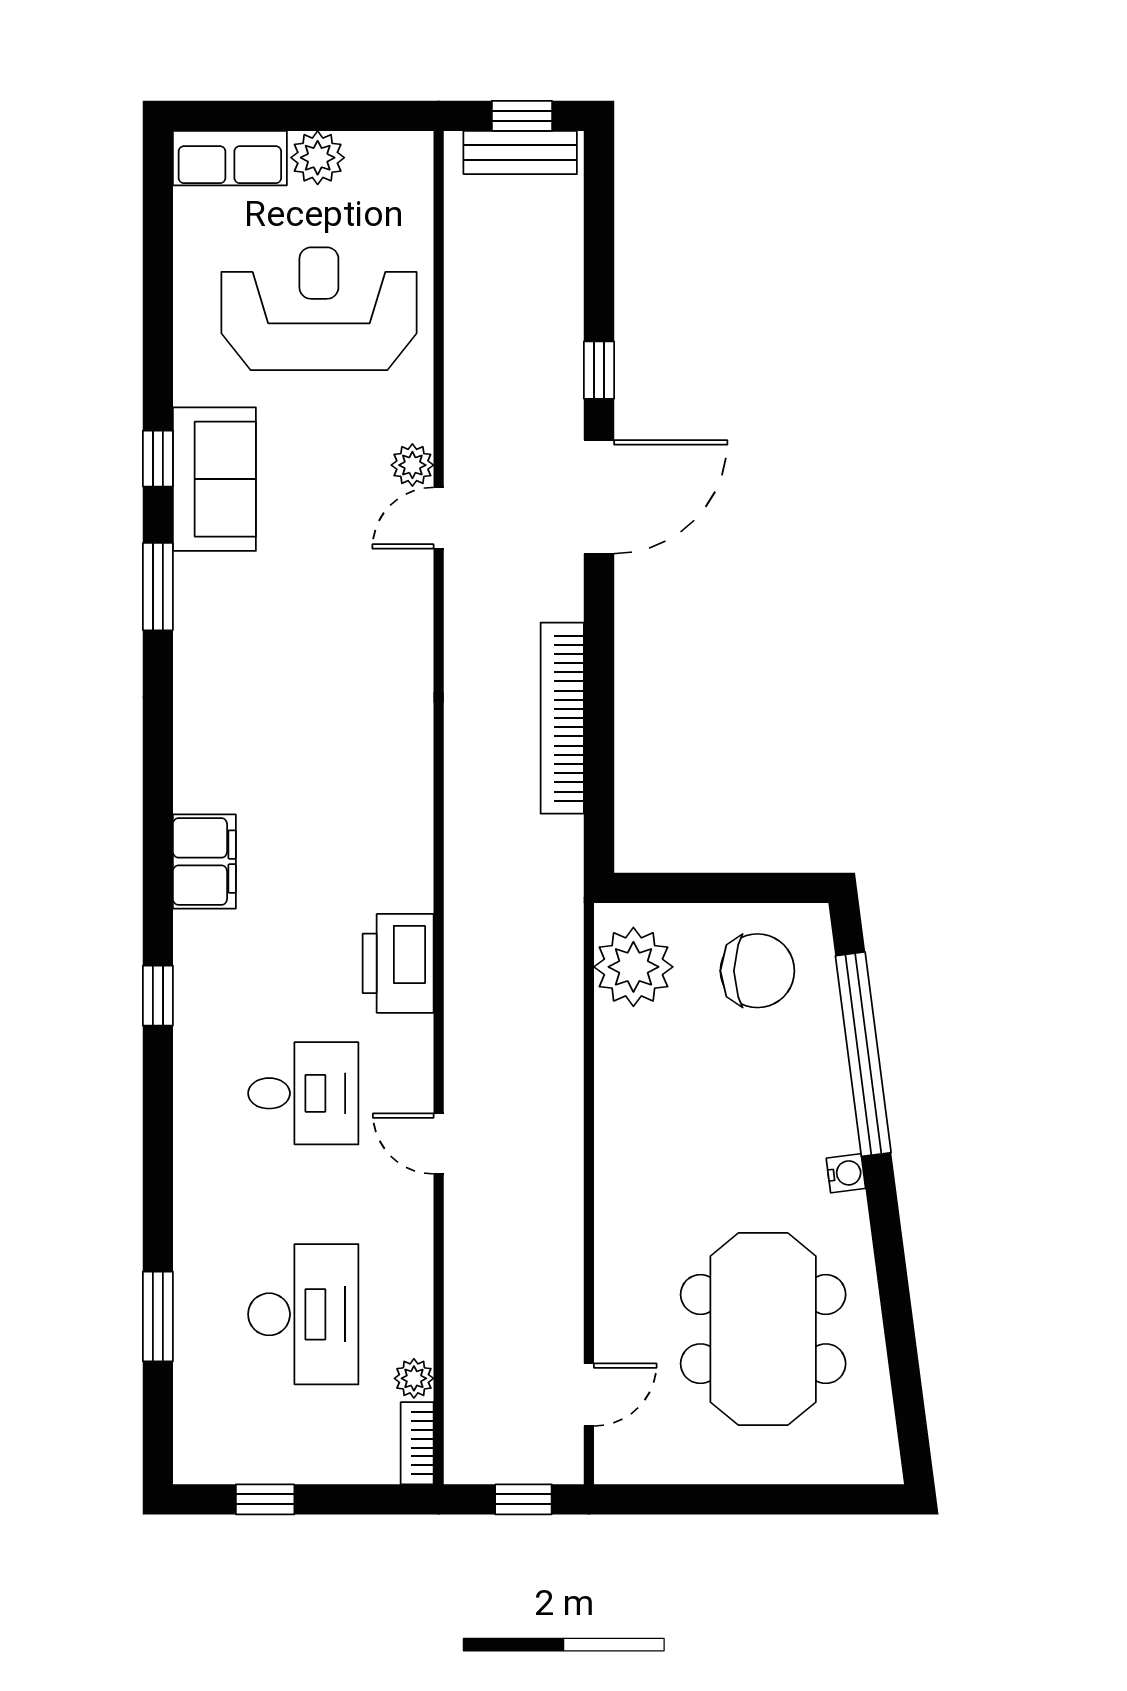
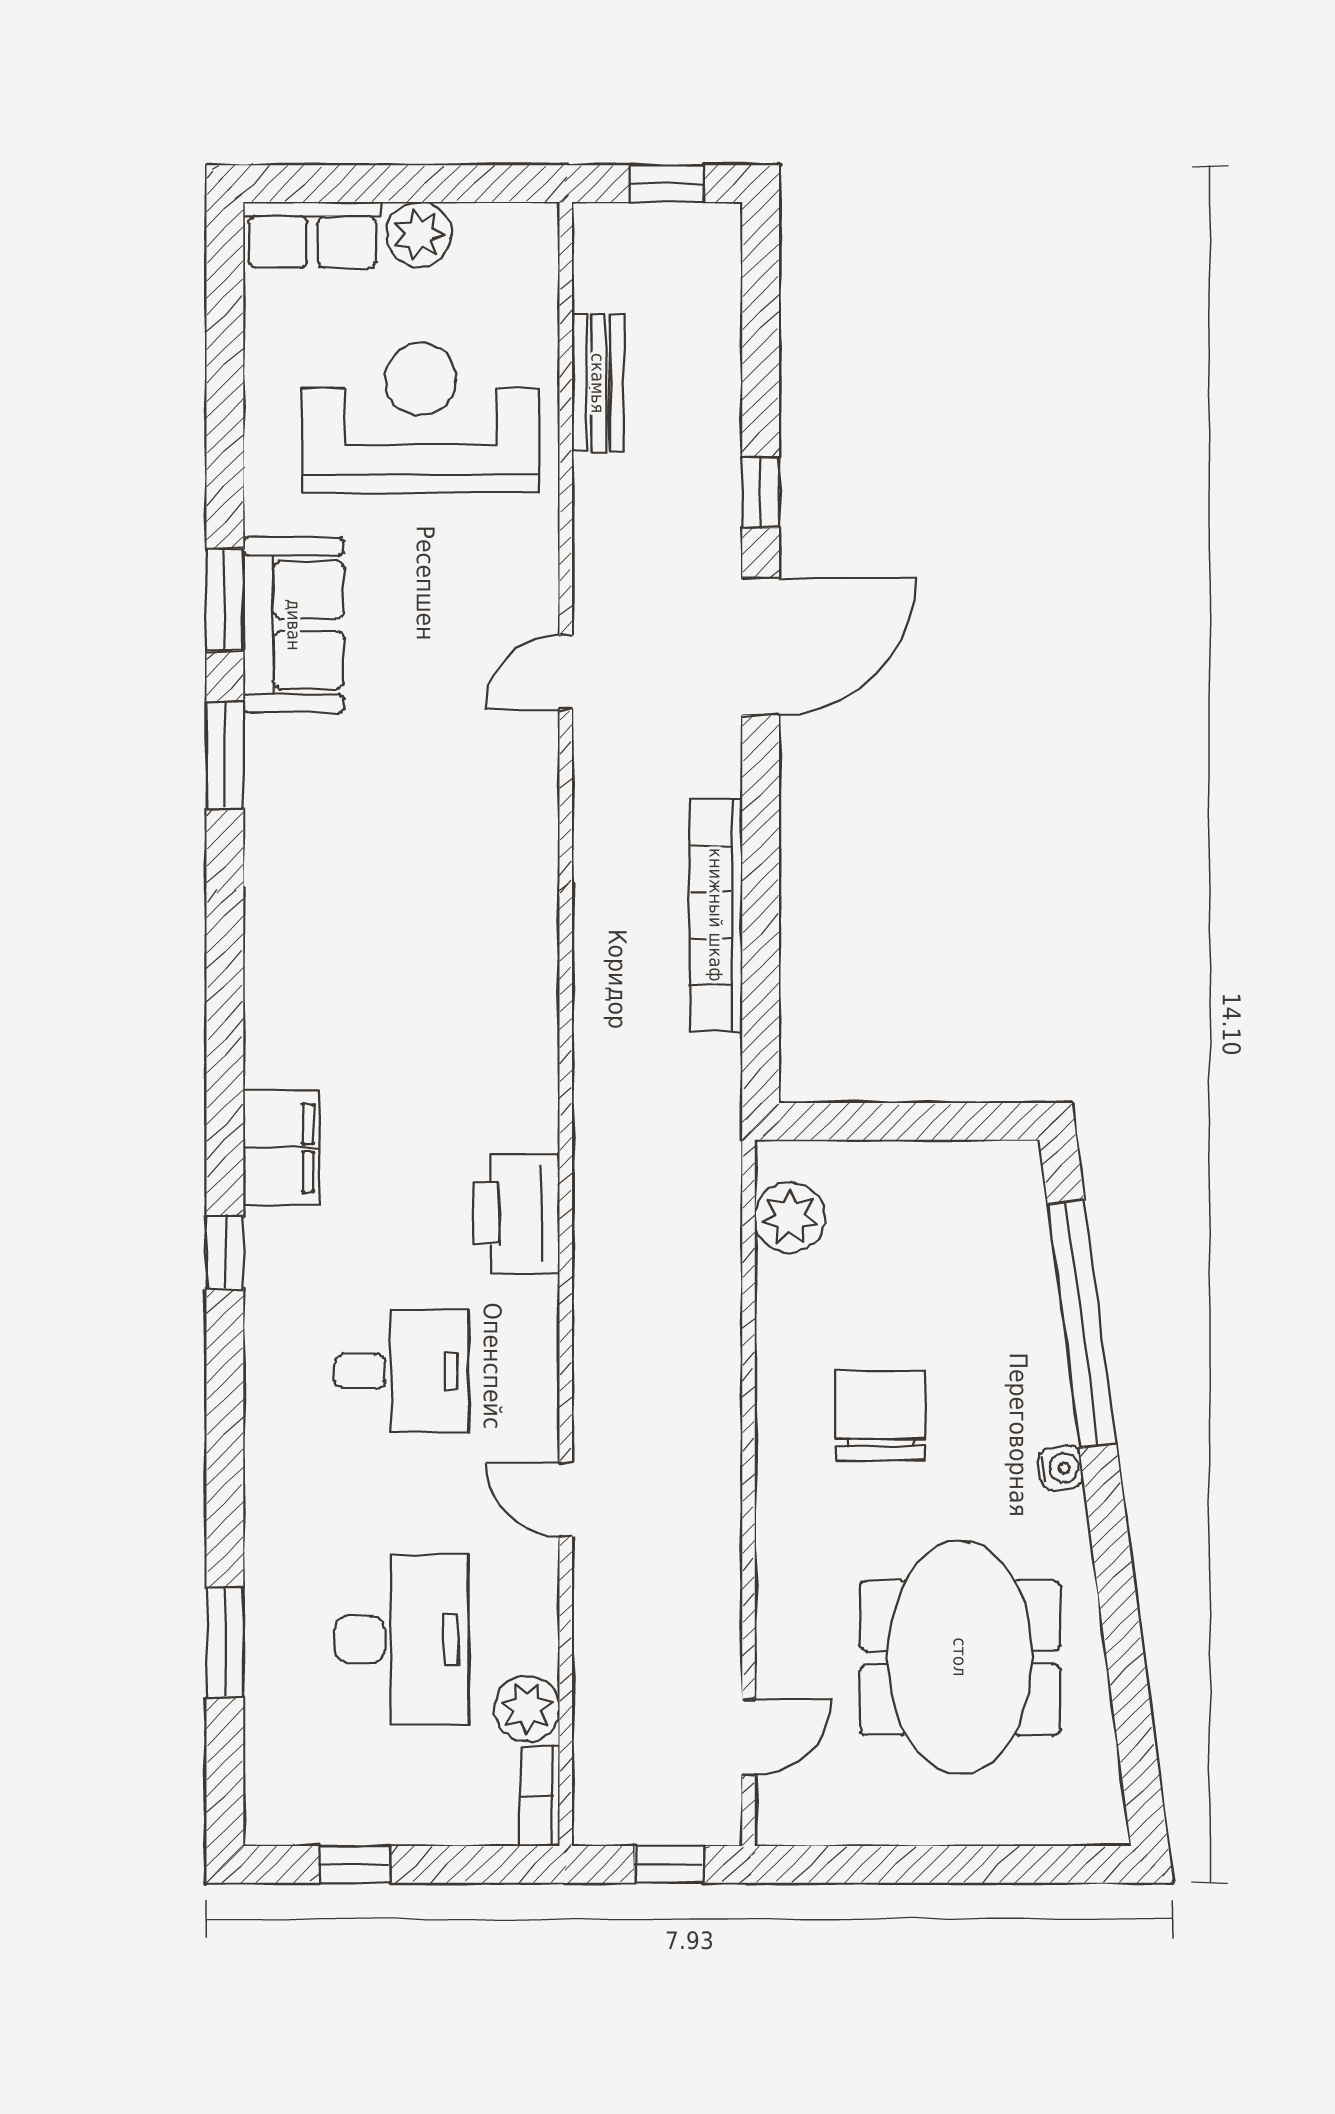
bench: (520, 153) -> (598, 383), moved, turned 90
window: (158, 459) -> (225, 600), width x1.50
plant: (412, 465) -> (534, 608), removed
filing cabinet: (204, 862) -> (281, 1148), moved
plant: (633, 967) -> (790, 1217), width x0.73, depth x0.73
chair: (757, 971) -> (880, 1416), moved, turned -90
door: (439, 1144) -> (566, 1500), moved
plant: (414, 1378) -> (527, 1708), width x1.38, depth x1.38

